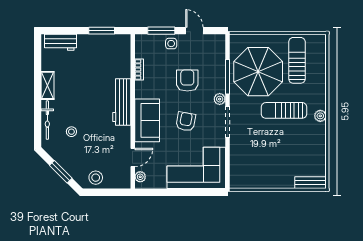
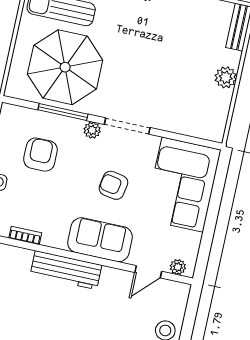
armchair: (187, 81) -> (40, 155), moved, turned 90
sun lounger: (284, 110) -> (128, 42), removed
door: (133, 158) -> (148, 272), swing flipped
plant: (275, 181) -> (226, 77), added

